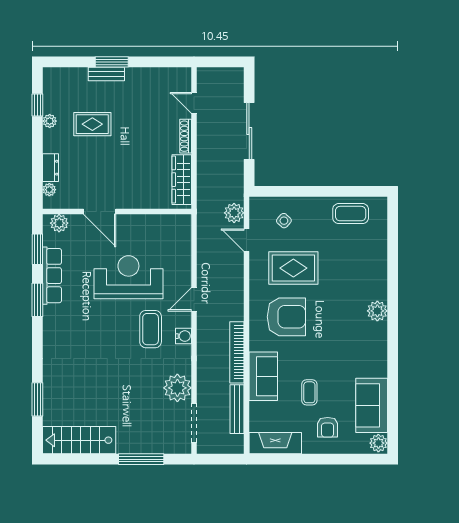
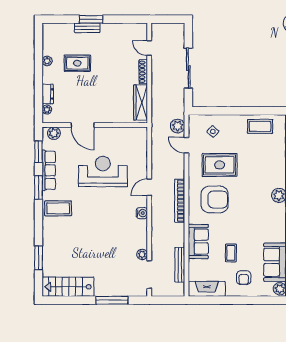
window: (37, 105) -> (39, 50), removed
coffee table: (151, 329) -> (58, 208), moved, turned 90
bookcase: (237, 352) -> (180, 201), moved
plant: (177, 388) -> (142, 254), width x0.53, depth x0.53

